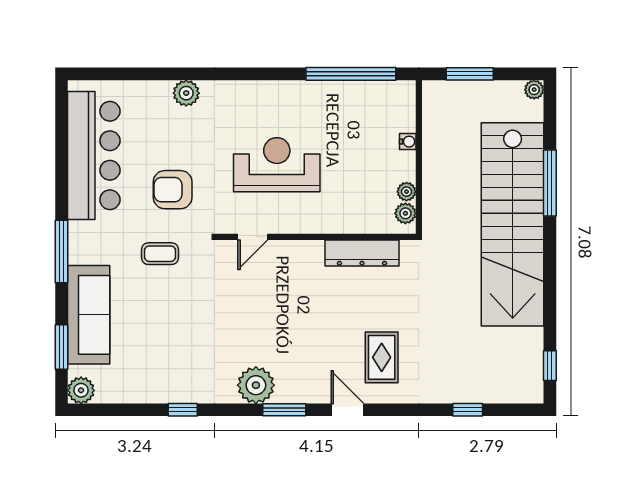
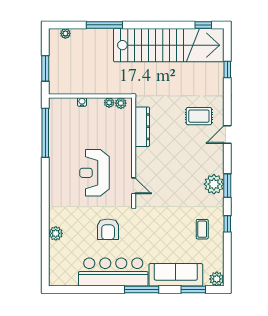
plant: (534, 90) -> (65, 33), moved
plant: (186, 93) -> (56, 233), moved
bar counter: (94, 155) -> (113, 272), moved
stairs: (513, 224) -> (169, 45), moved
coffee table: (160, 254) -> (202, 229), moved
window: (284, 410) -> (227, 186), moved

